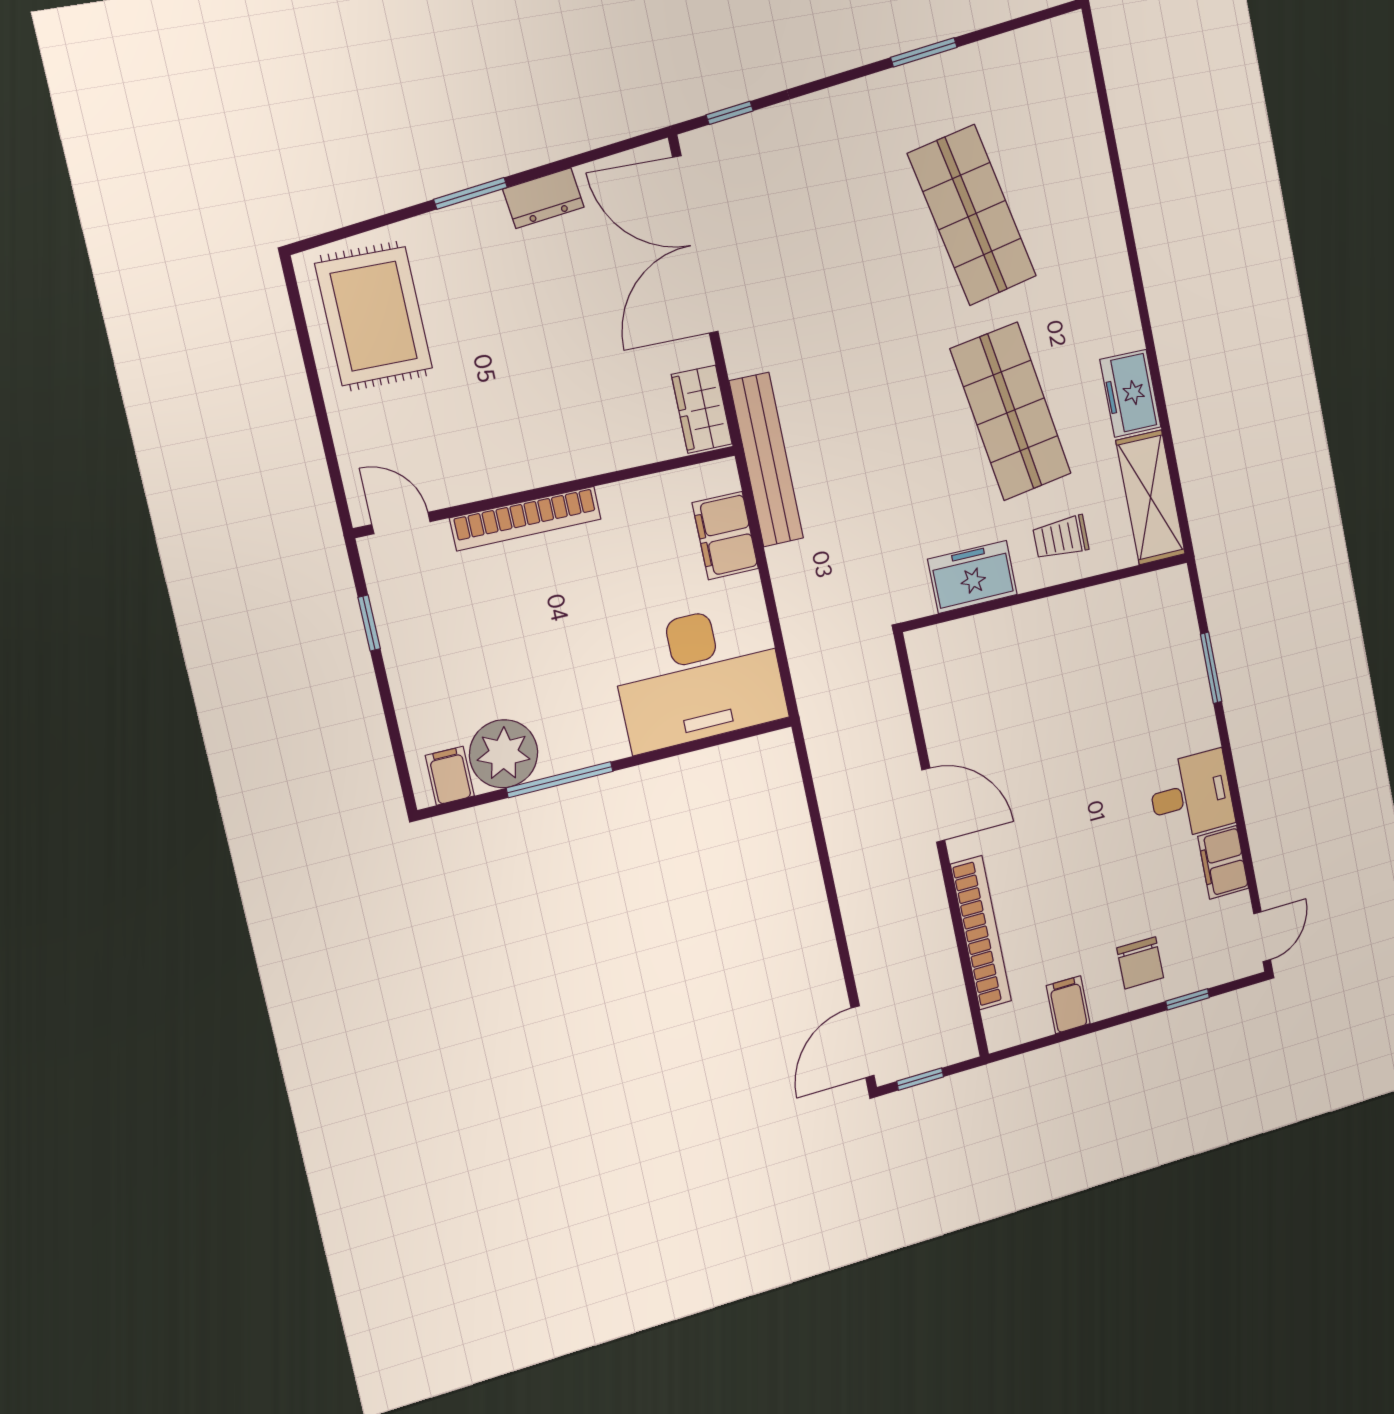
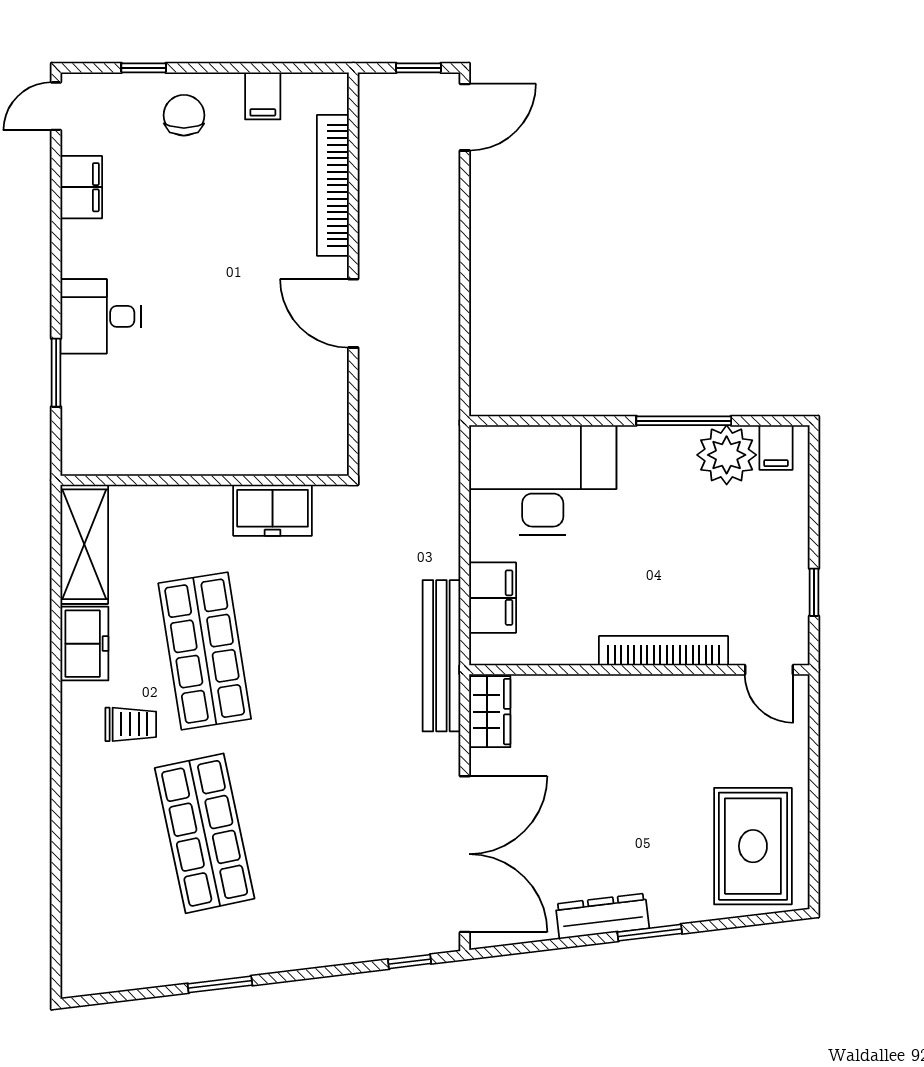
dresser: (543, 198) -> (602, 916), width x1.44
trolley: (1061, 538) -> (131, 724), moved
desk: (1191, 795) -> (101, 316), moved

